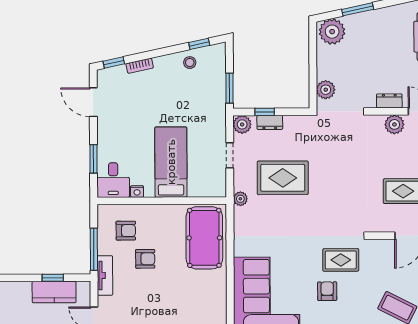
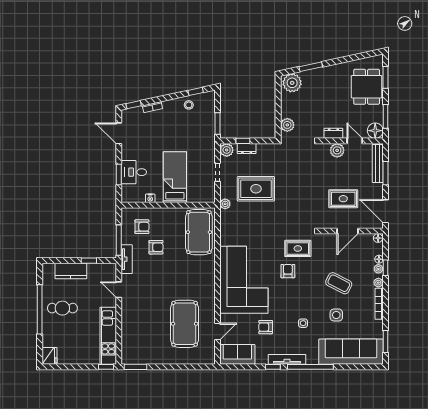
desk: (113, 180) -> (134, 172), moved, turned 90
kitchen counter: (54, 292) -> (71, 271), moved

